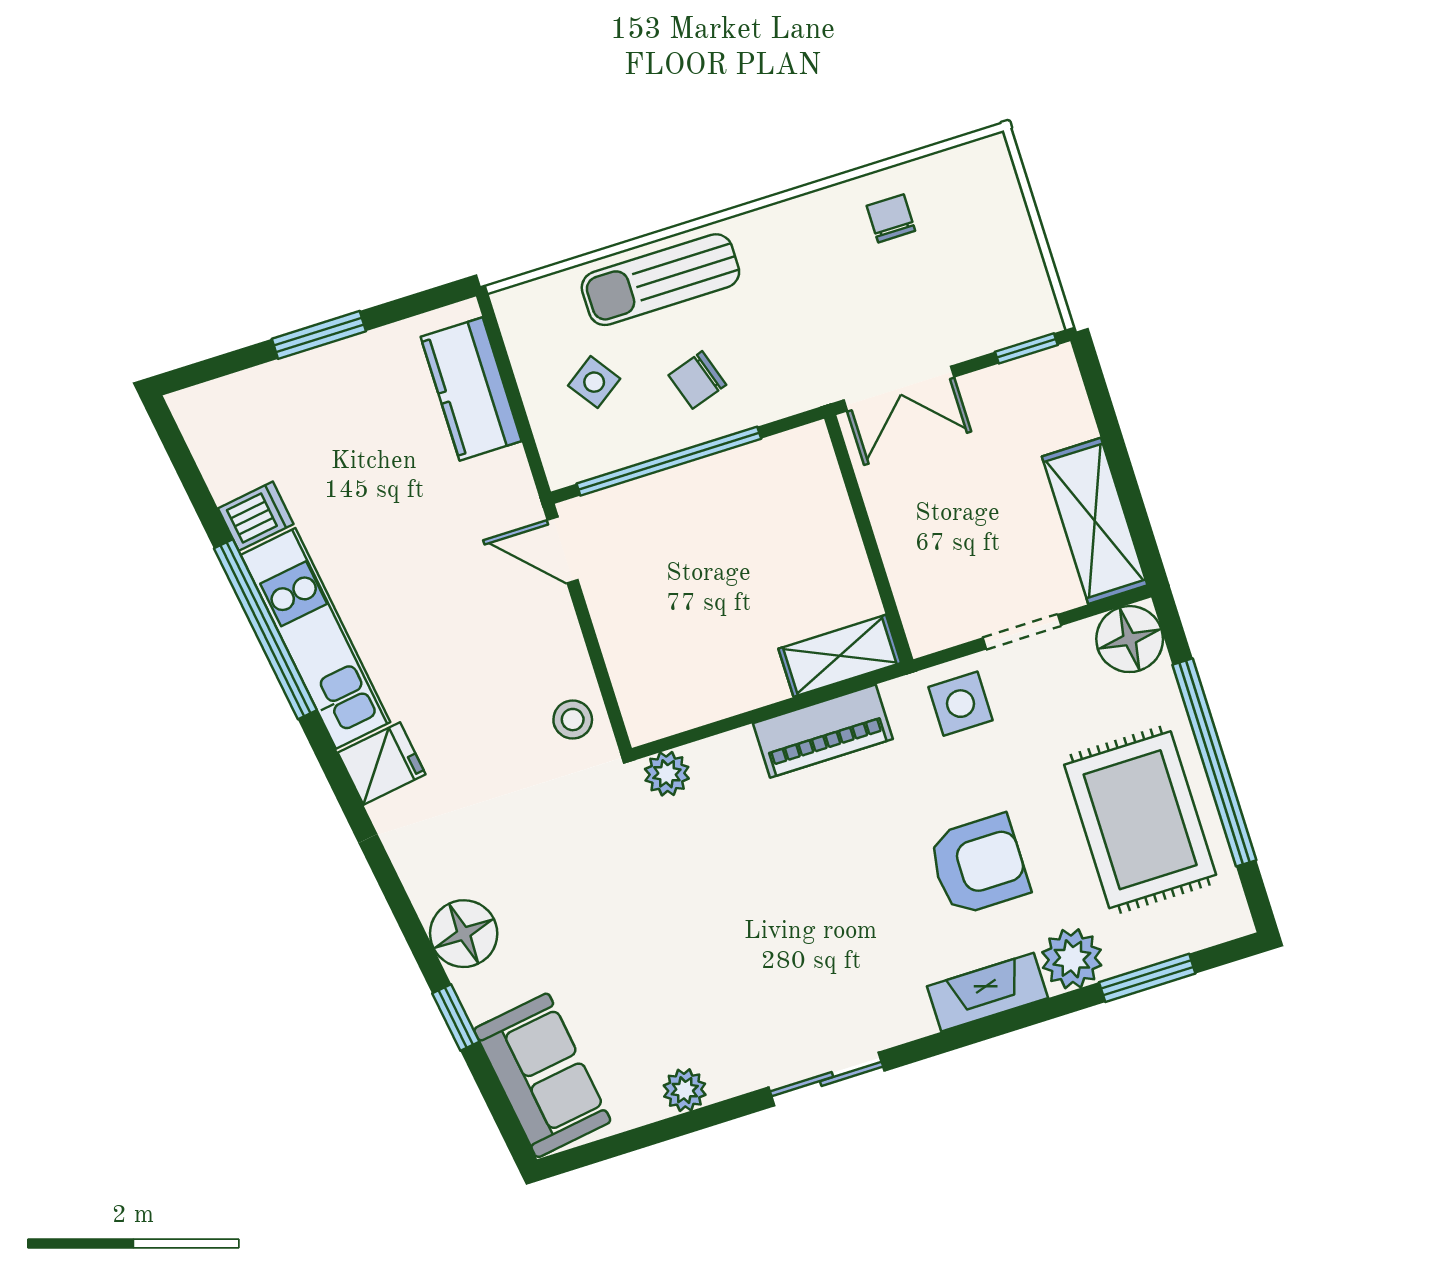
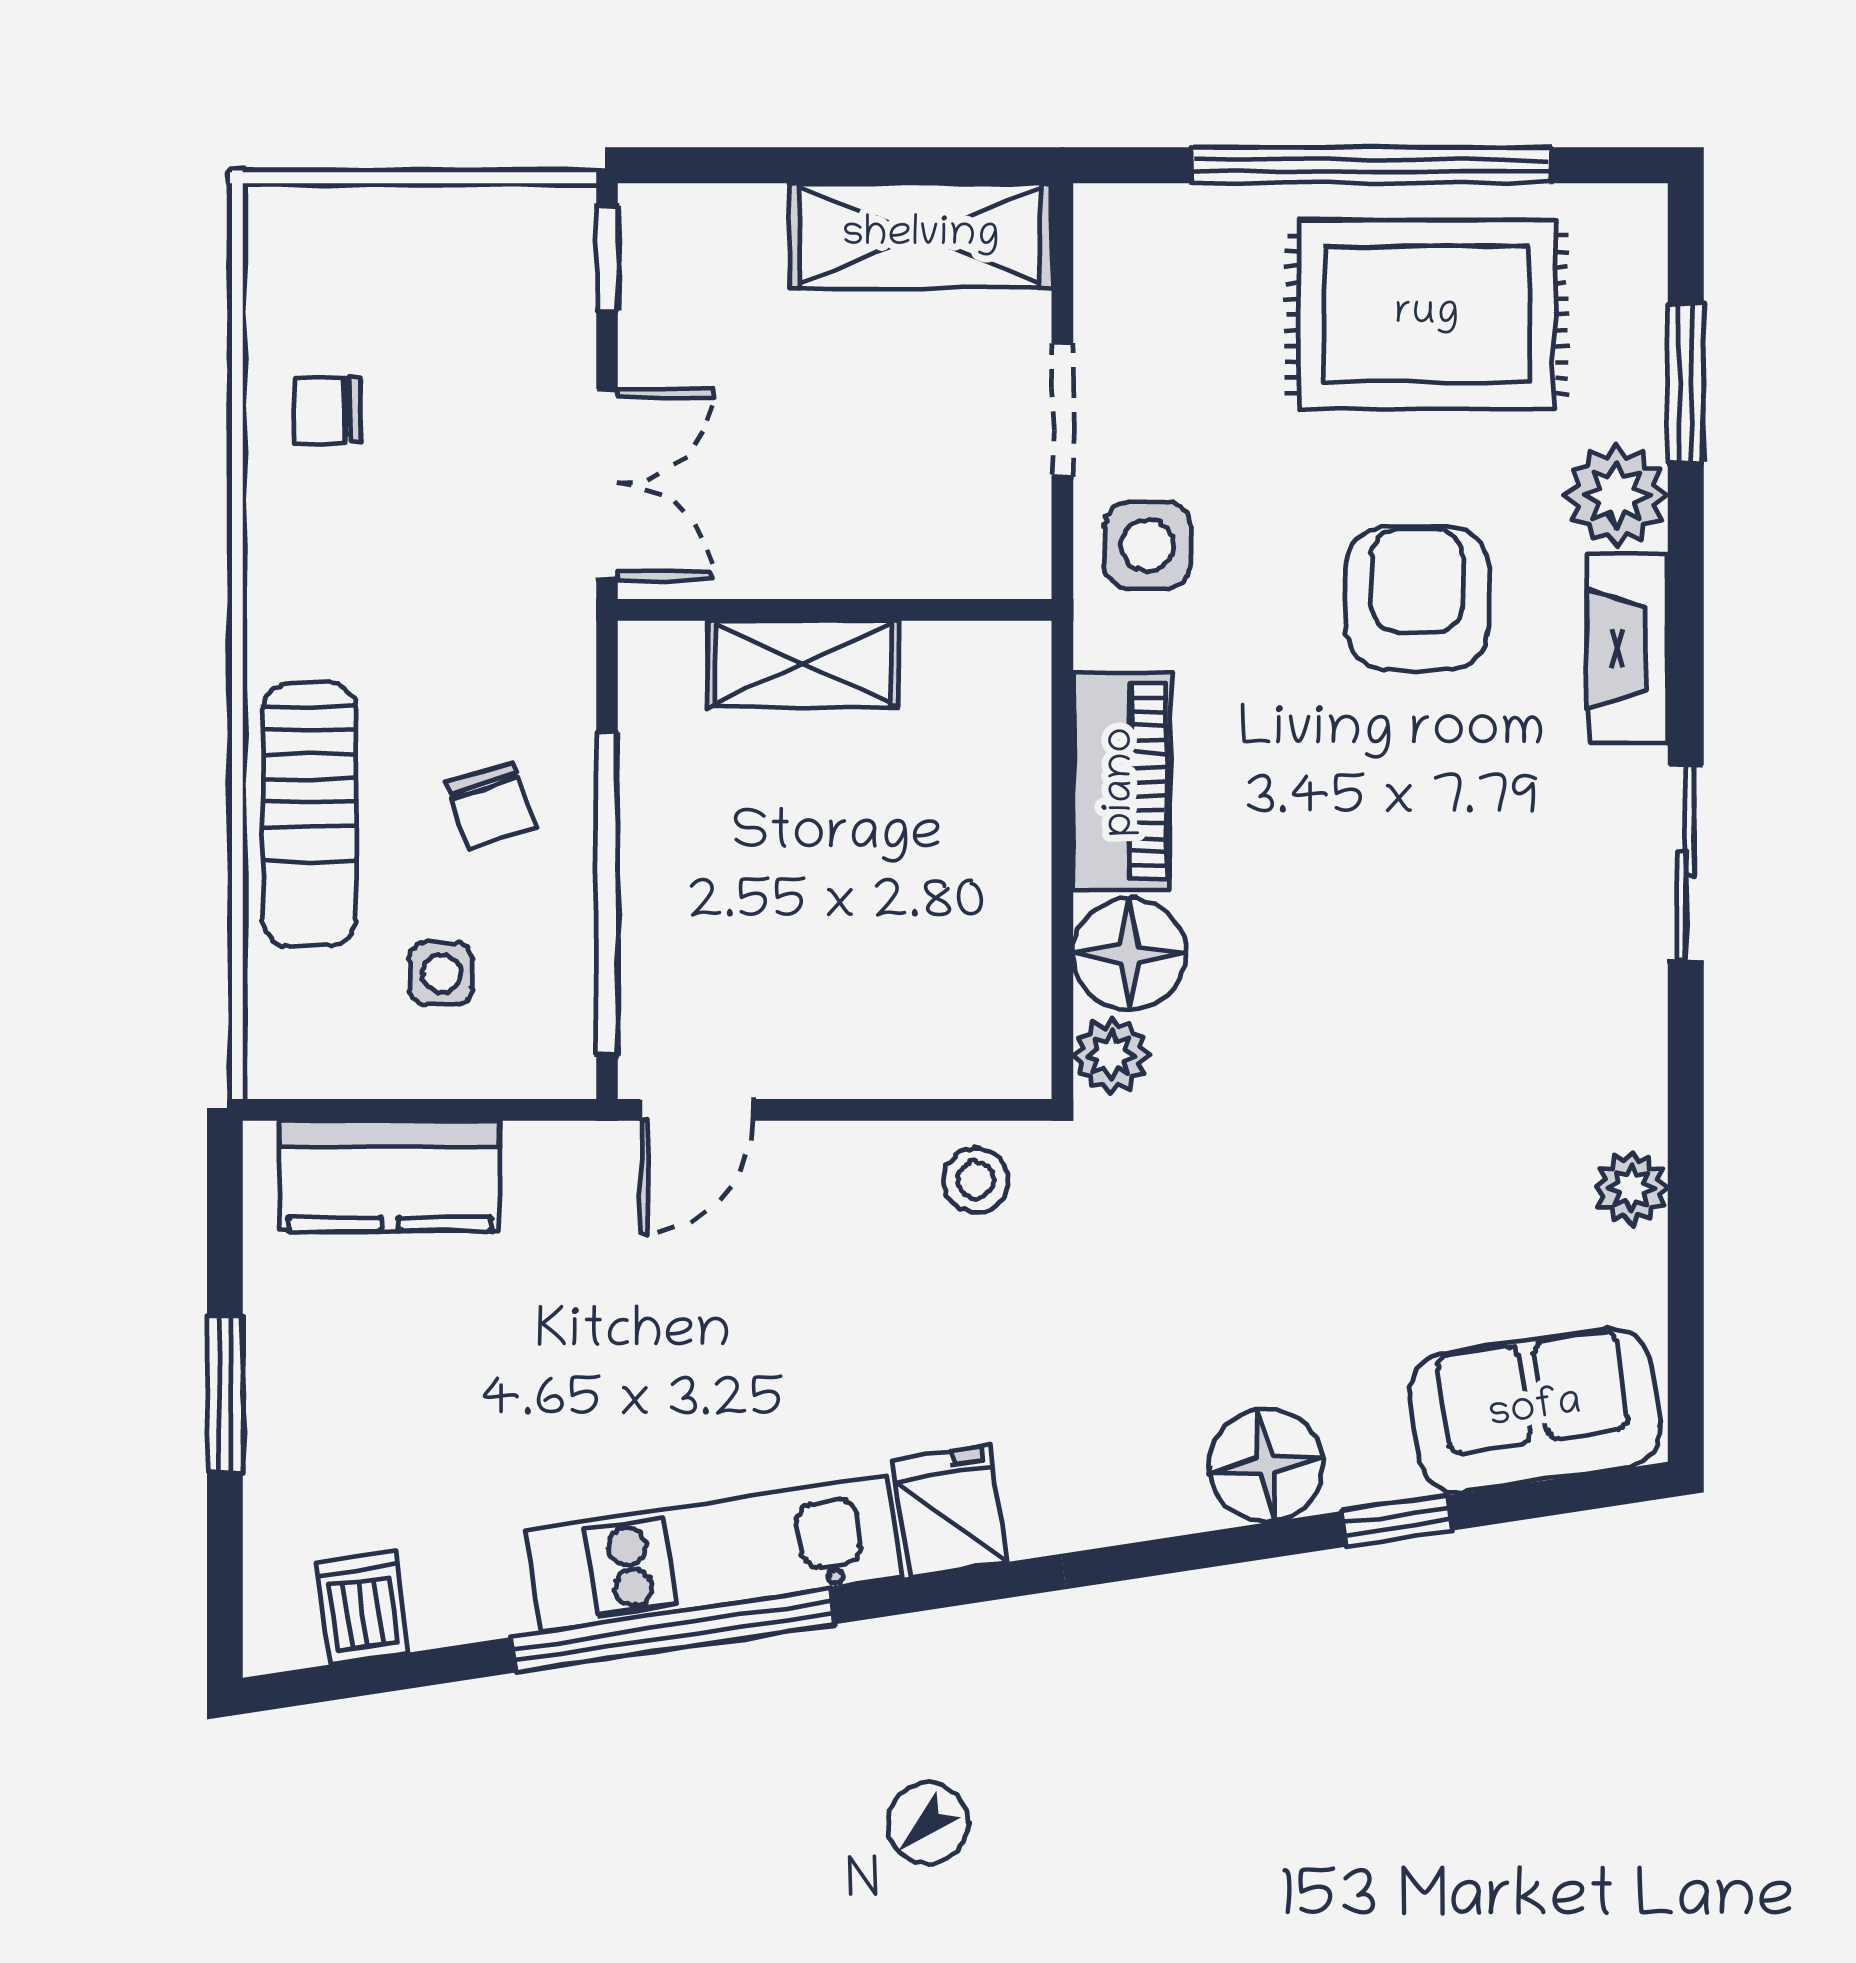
side table: (594, 382) -> (441, 974), turned 35
dishwasher: (256, 516) -> (362, 1607), moved
floor lamp: (1130, 639) -> (1129, 954), moved
shelving: (840, 656) -> (803, 664), moved, turned 90
sliding door: (827, 1079) -> (1686, 863), moved

